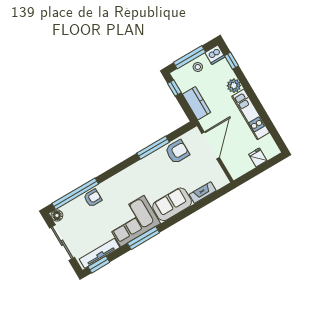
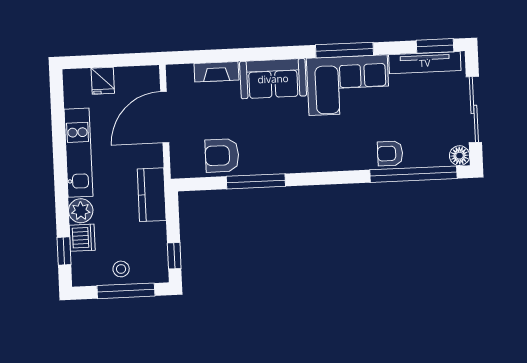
dishwasher: (215, 55) -> (82, 238), moved, turned 90
kitchen counter: (197, 103) -> (152, 195), moved
door: (211, 145) -> (165, 117), moved

